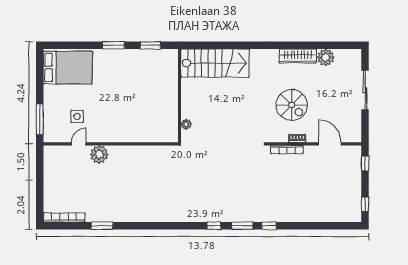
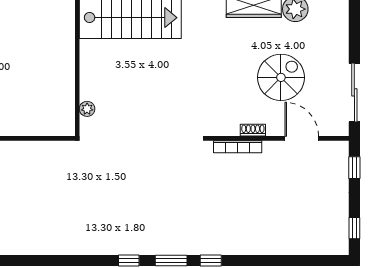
sliding door: (365, 90) -> (354, 92), moved
spiral stairs: (292, 105) -> (281, 77), moved, turned -90

